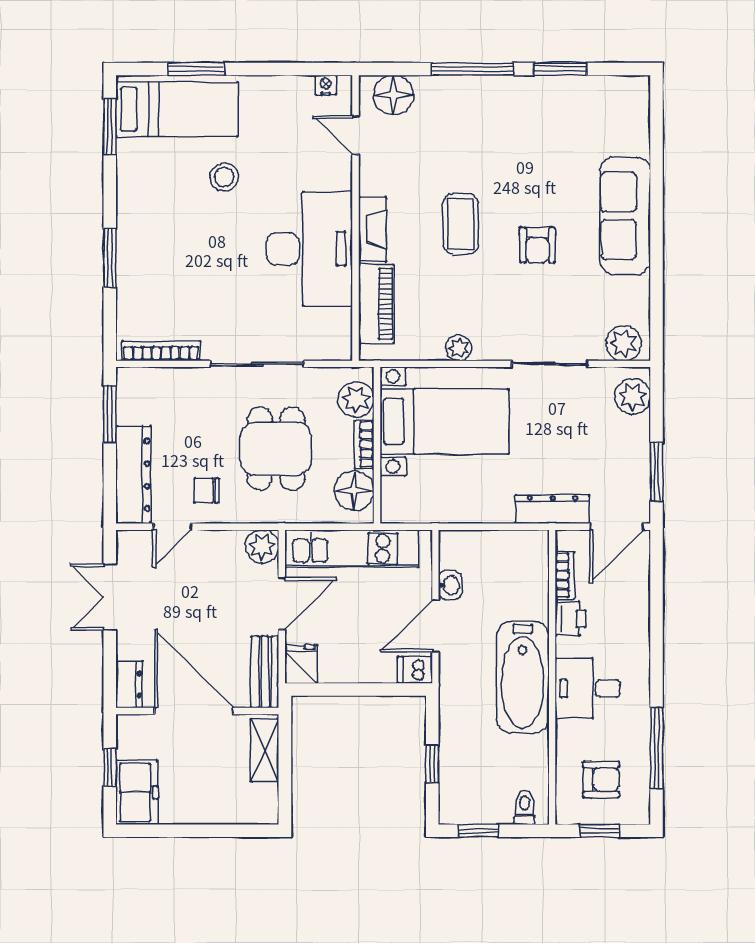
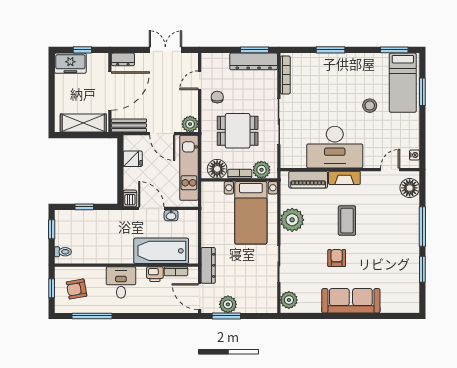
coffee table: (460, 224) -> (347, 221), turned 90
armchair: (537, 245) -> (337, 258), turned 90
plant: (459, 348) -> (292, 220), width x1.87, depth x1.87
plant: (633, 396) -> (228, 304), moved
dresser: (133, 475) -> (254, 61), moved
door: (172, 527) -> (200, 80), hinge flipped
fridge: (301, 664) -> (133, 159), moved
bathtub: (523, 677) -> (161, 251), moved
shelving: (265, 750) -> (83, 123), width x1.50, depth x1.33
armchair: (601, 780) -> (77, 289), turned 80

